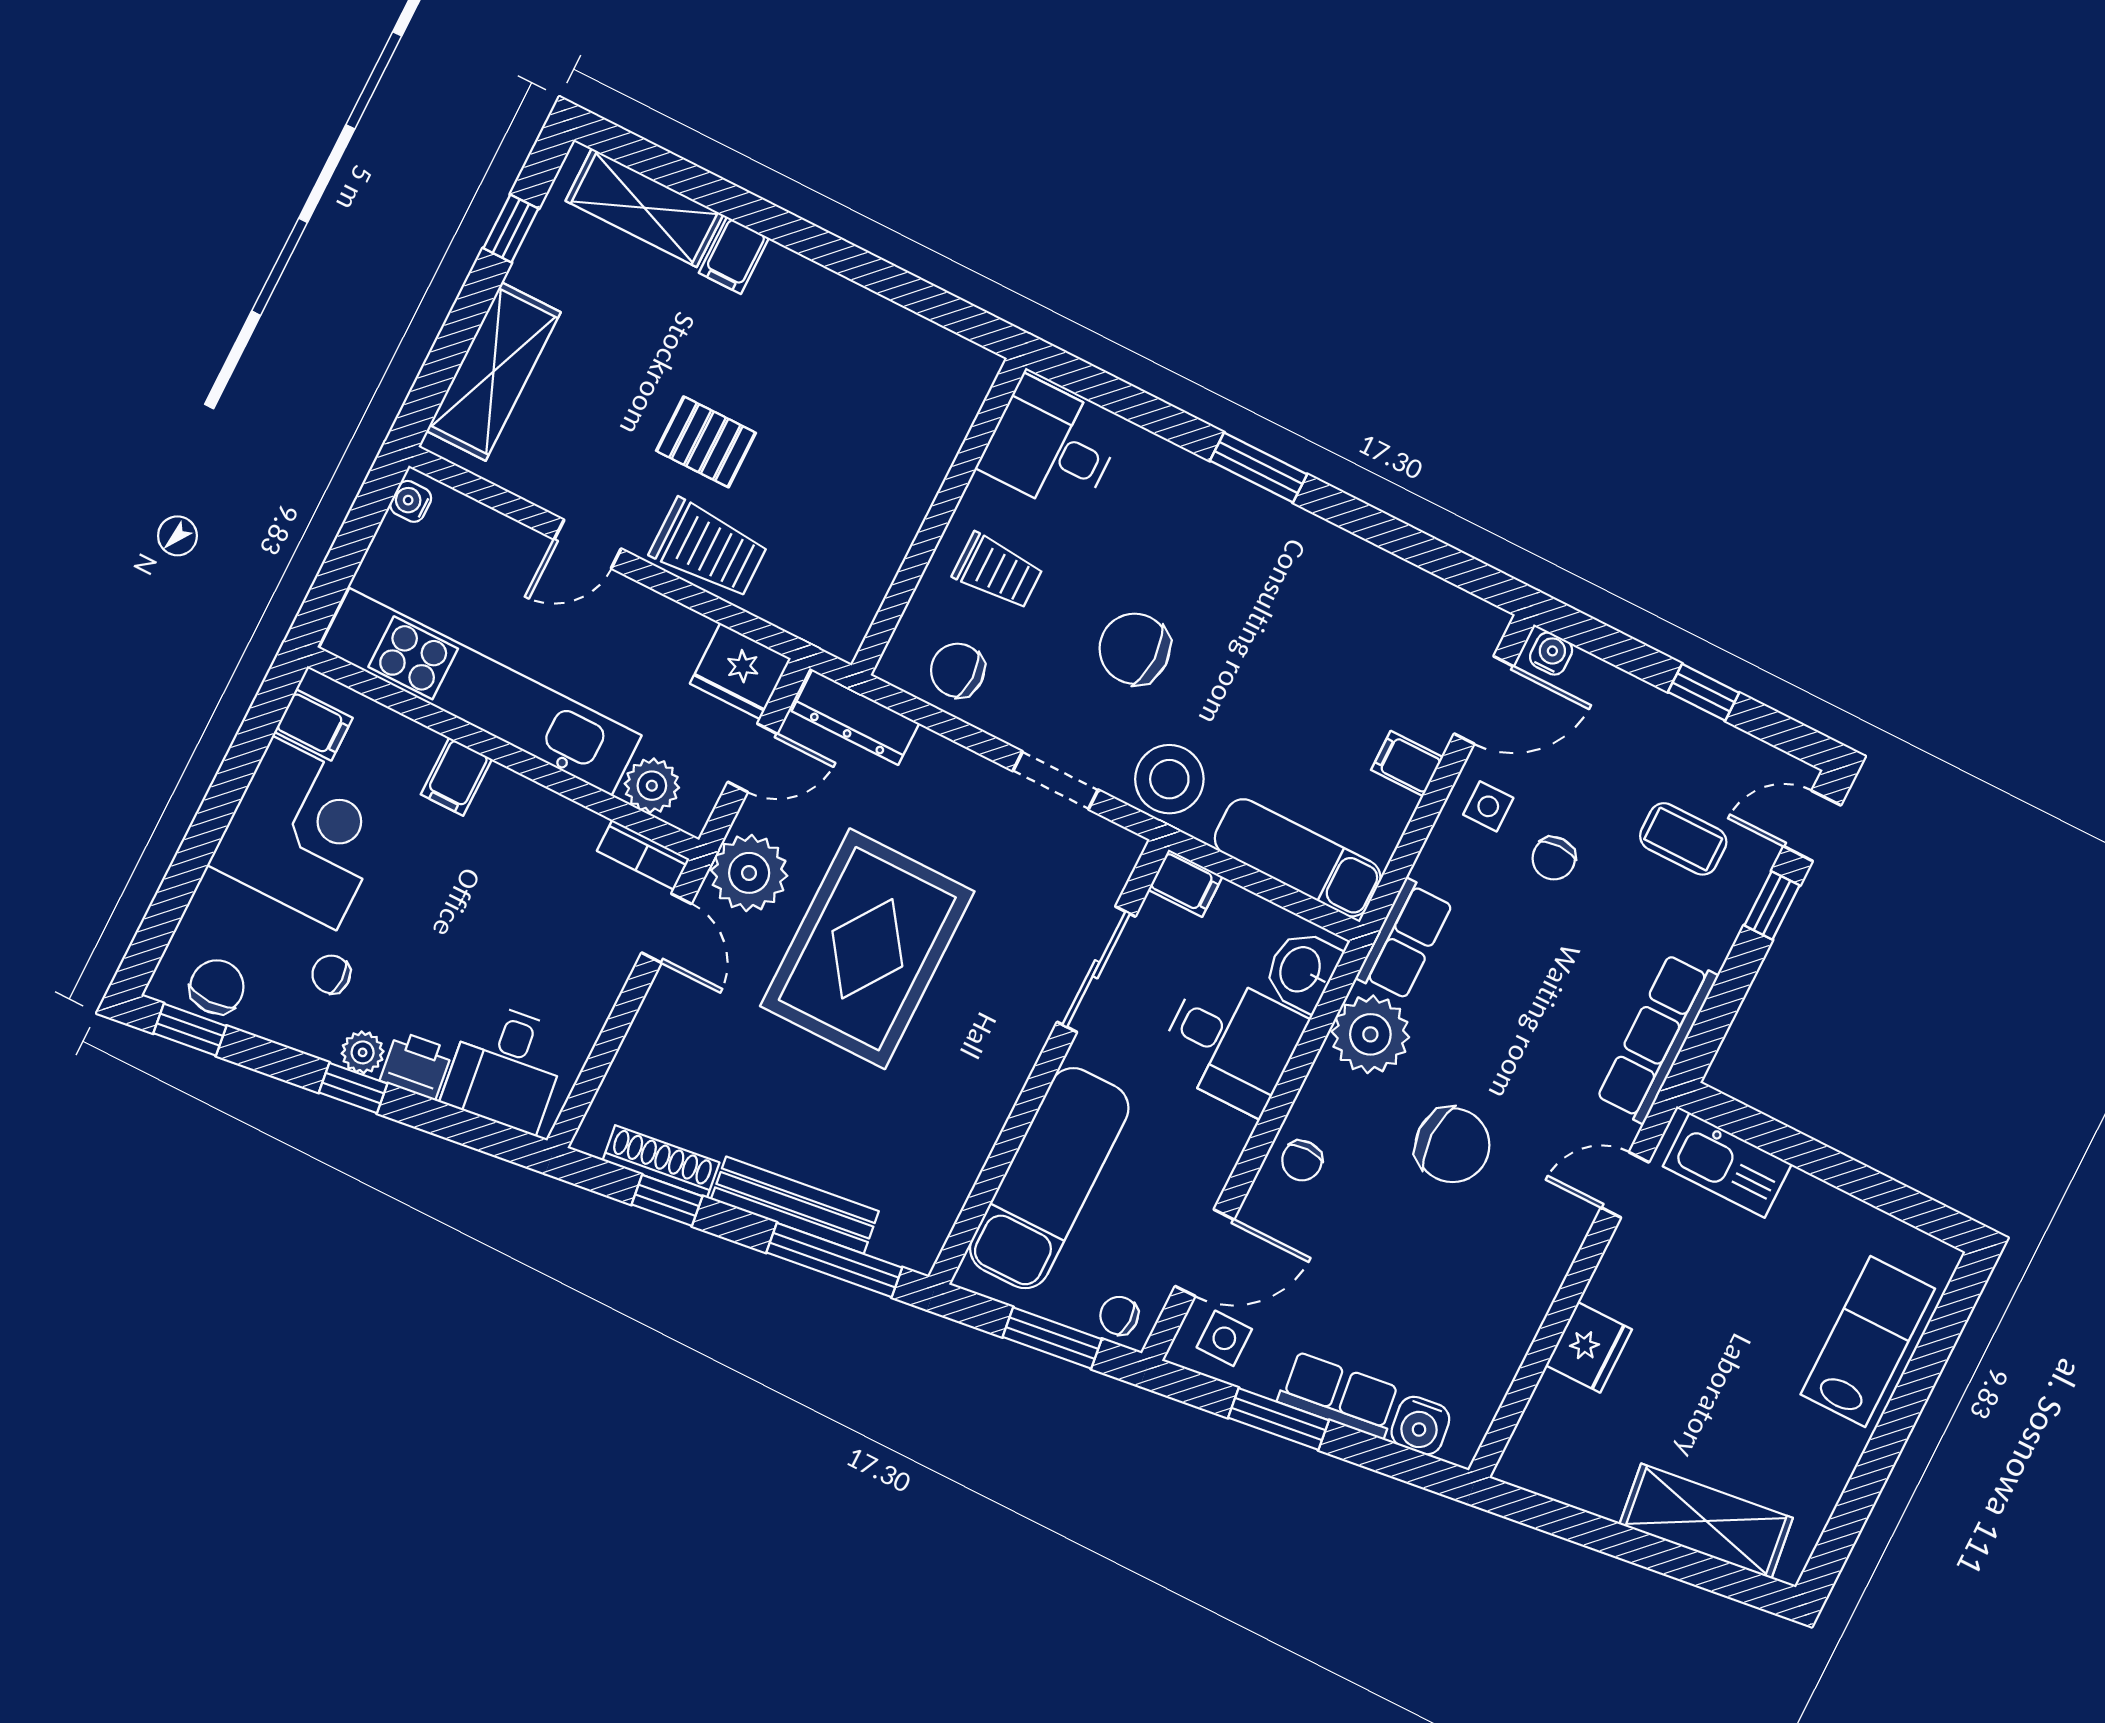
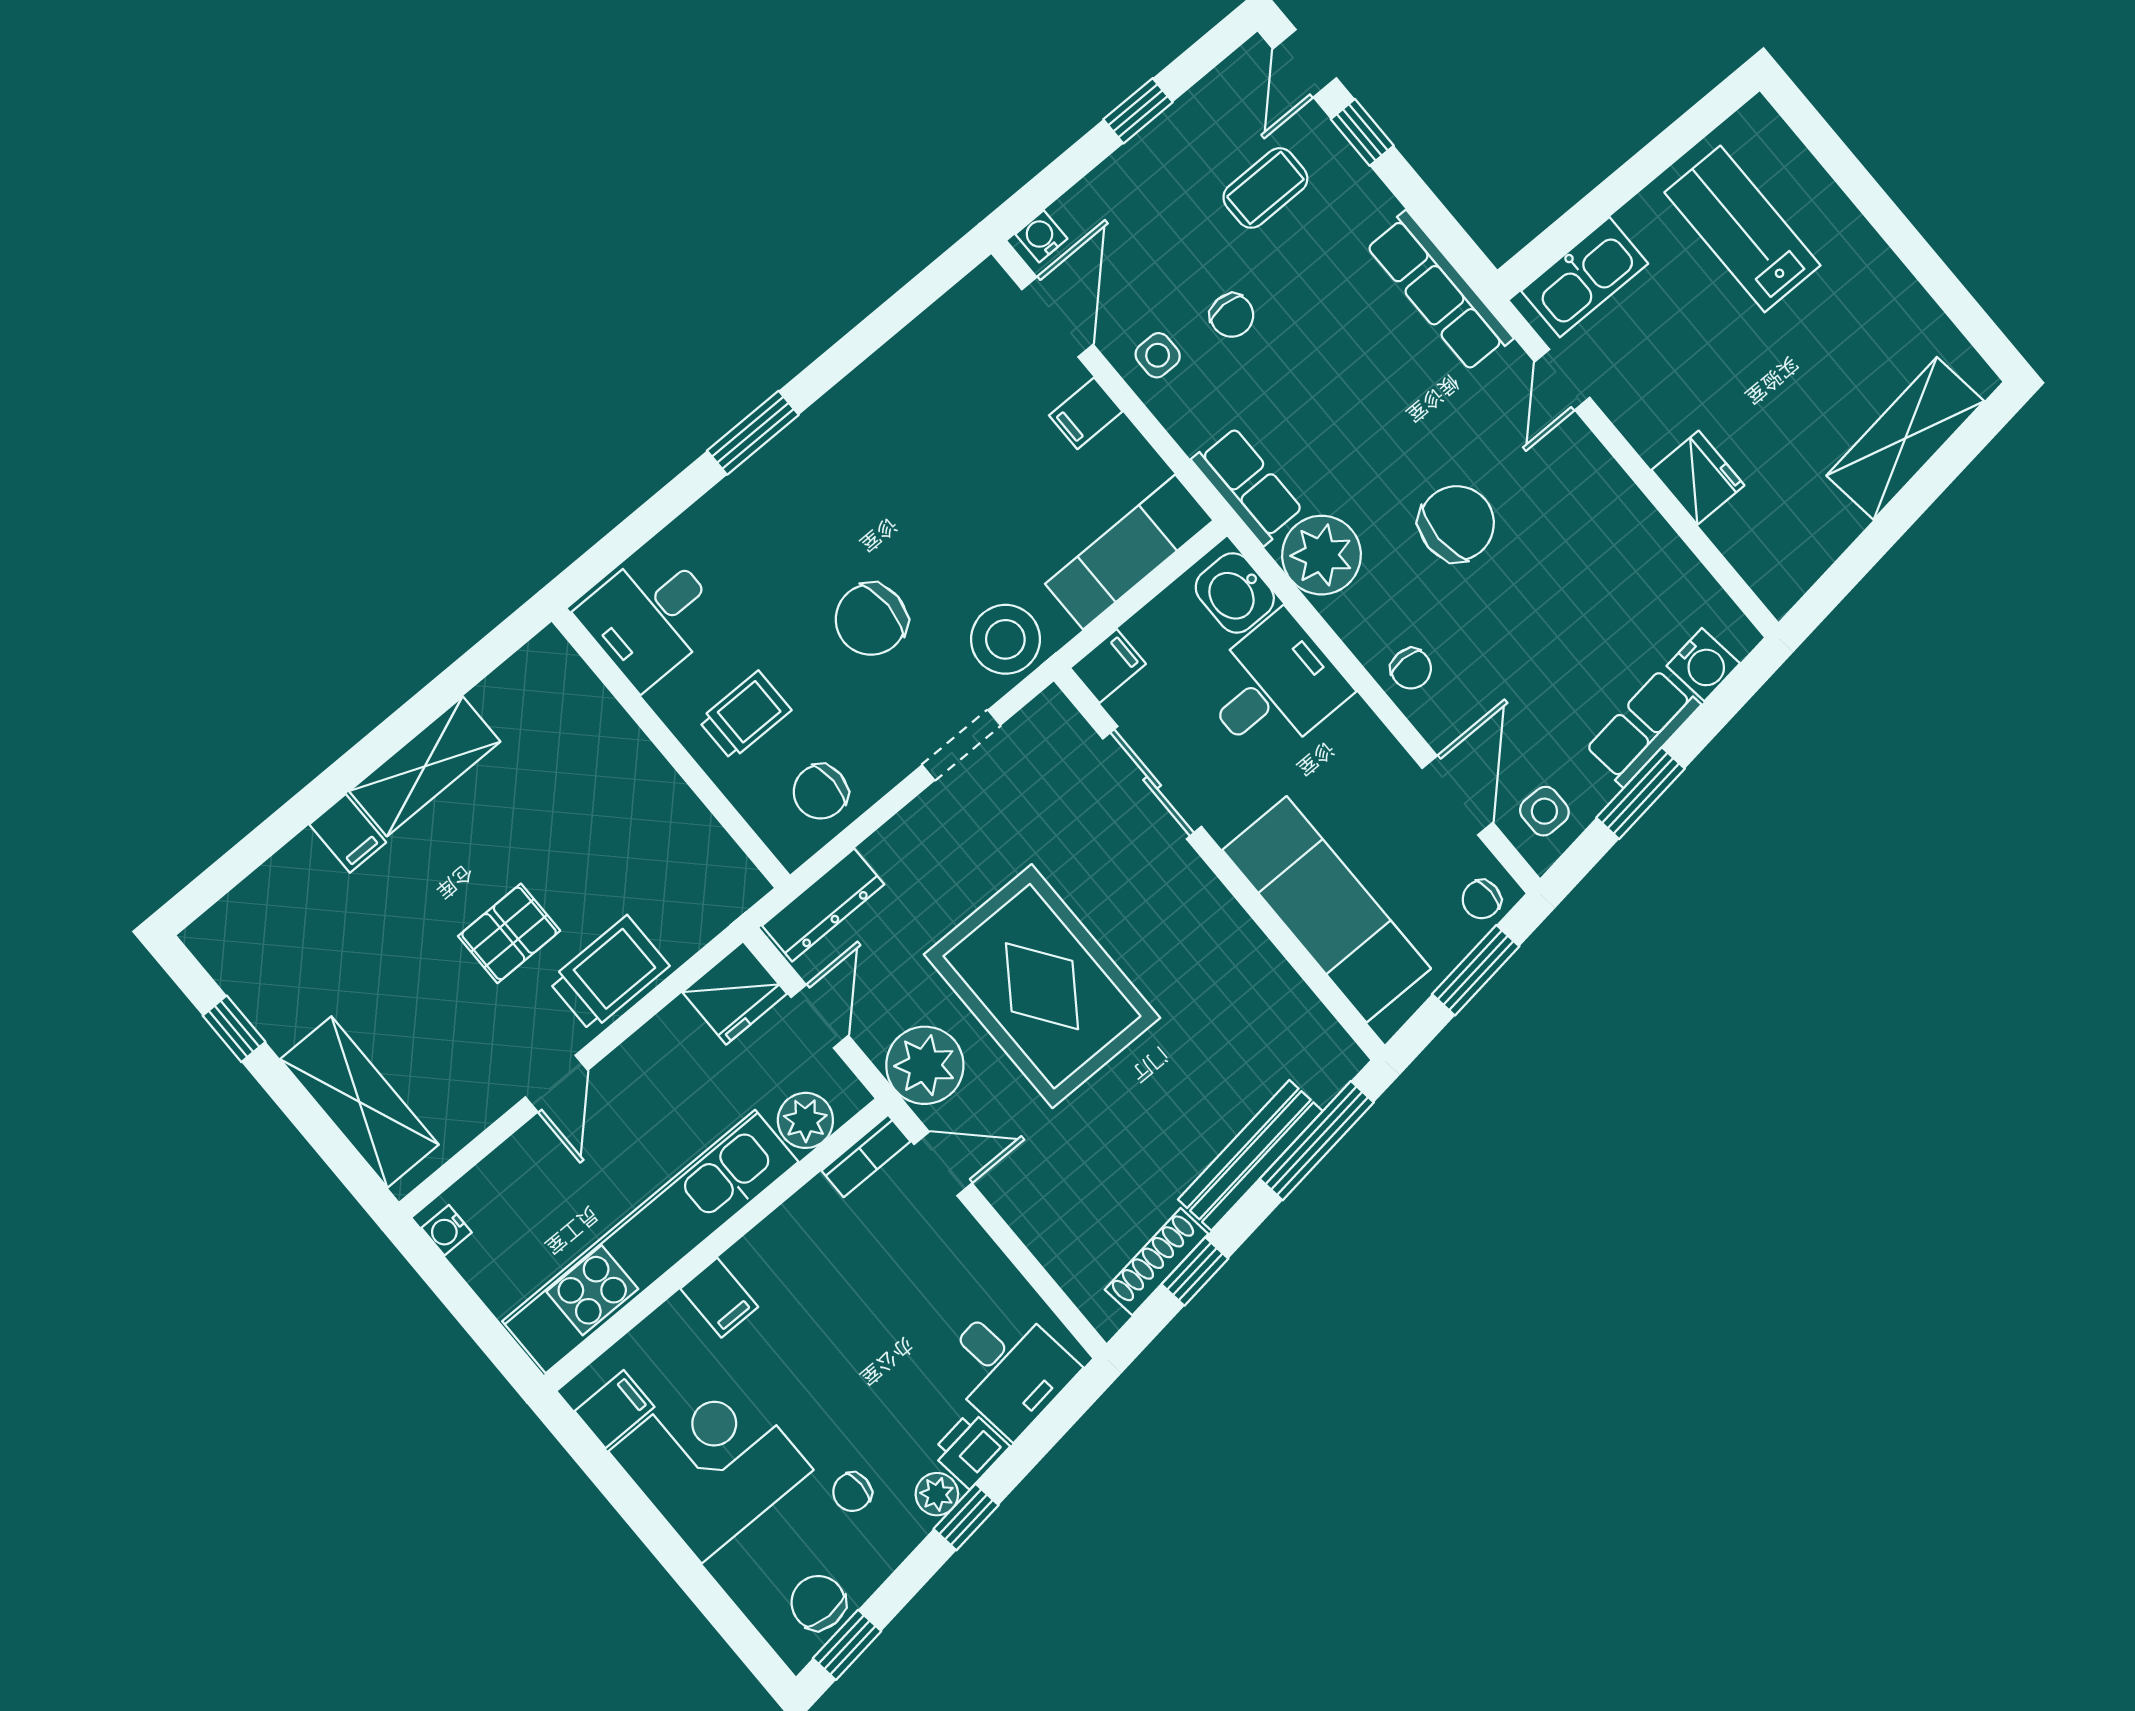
shelving: (644, 208) -> (425, 766), moved
lab bench: (1868, 1342) -> (1742, 229), moved

